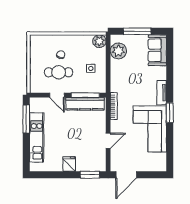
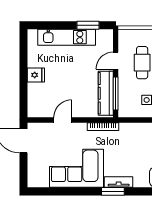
window: (170, 113) -> (113, 191), moved
window: (26, 119) -> (88, 25), width x0.69
door: (108, 141) -> (63, 120), swing flipped
window: (90, 175) -> (23, 99), removed

